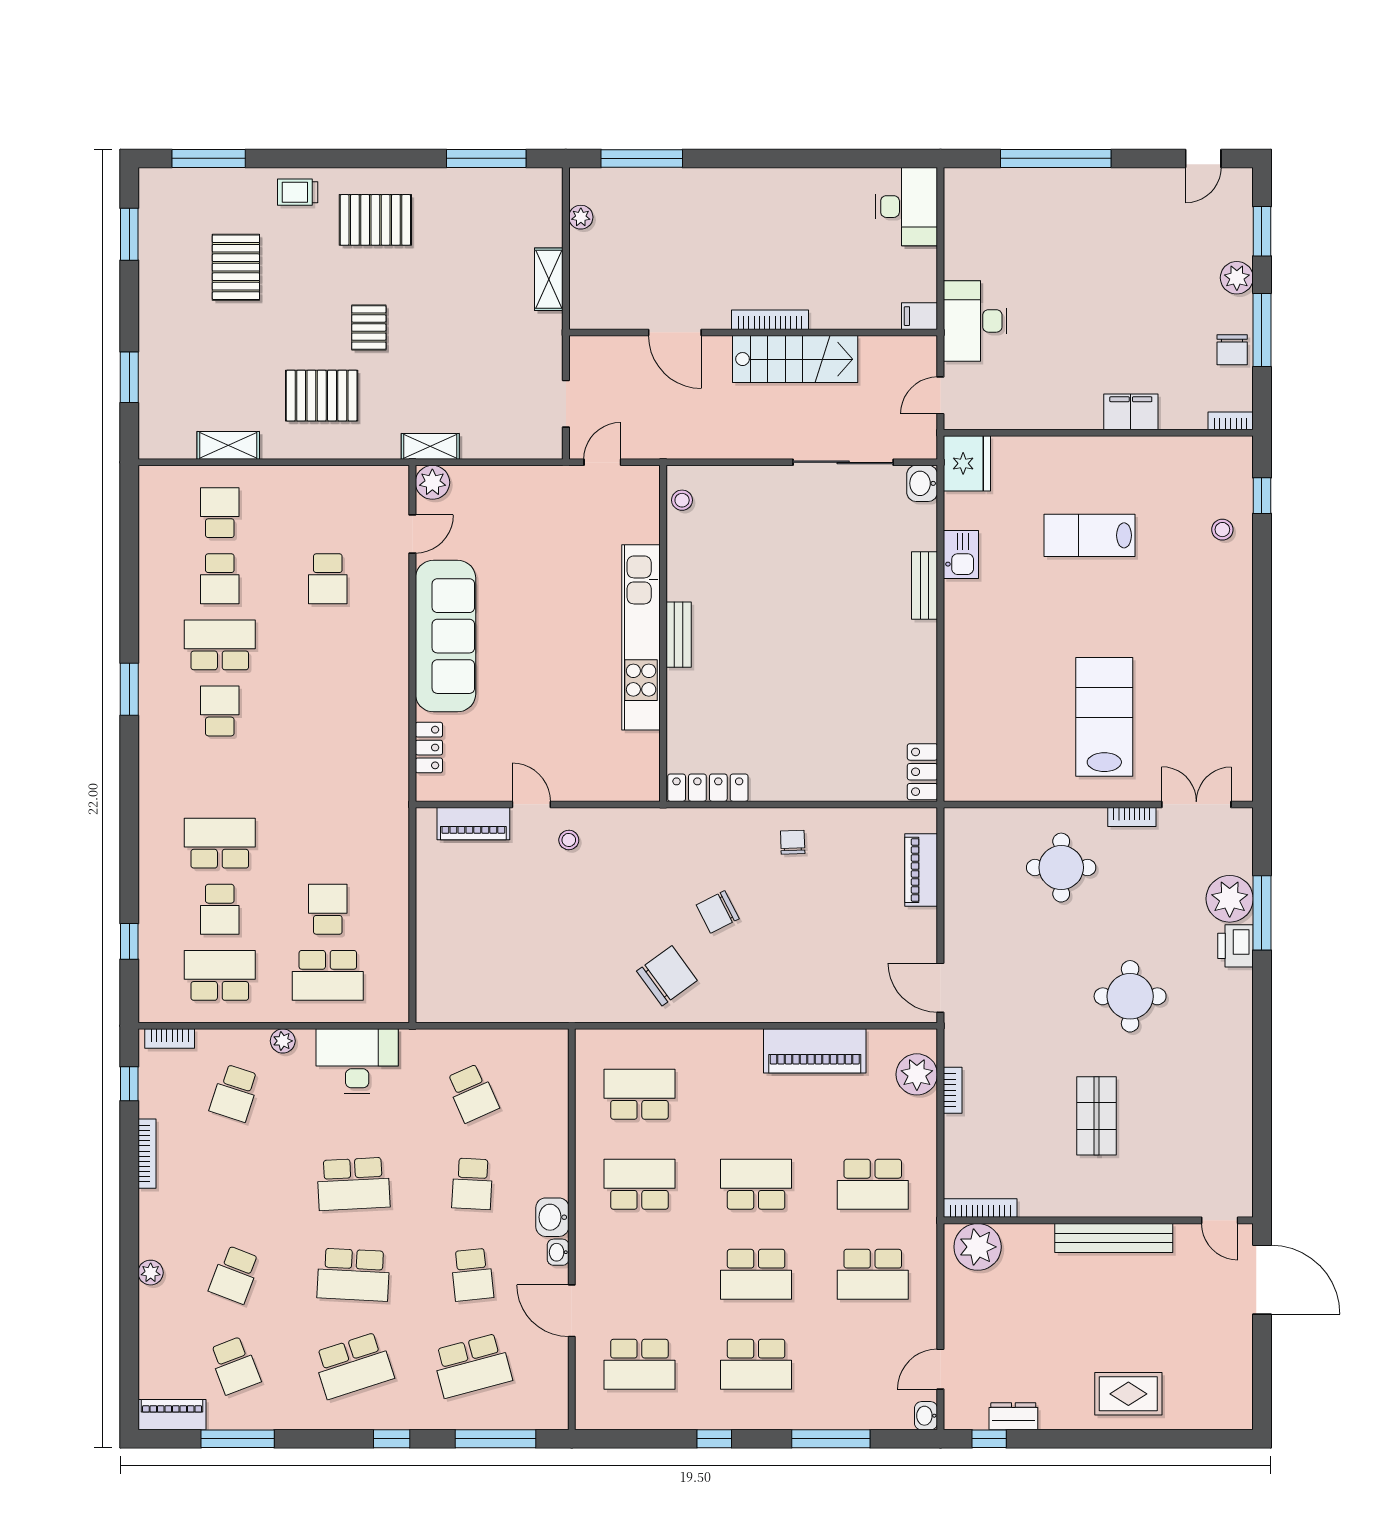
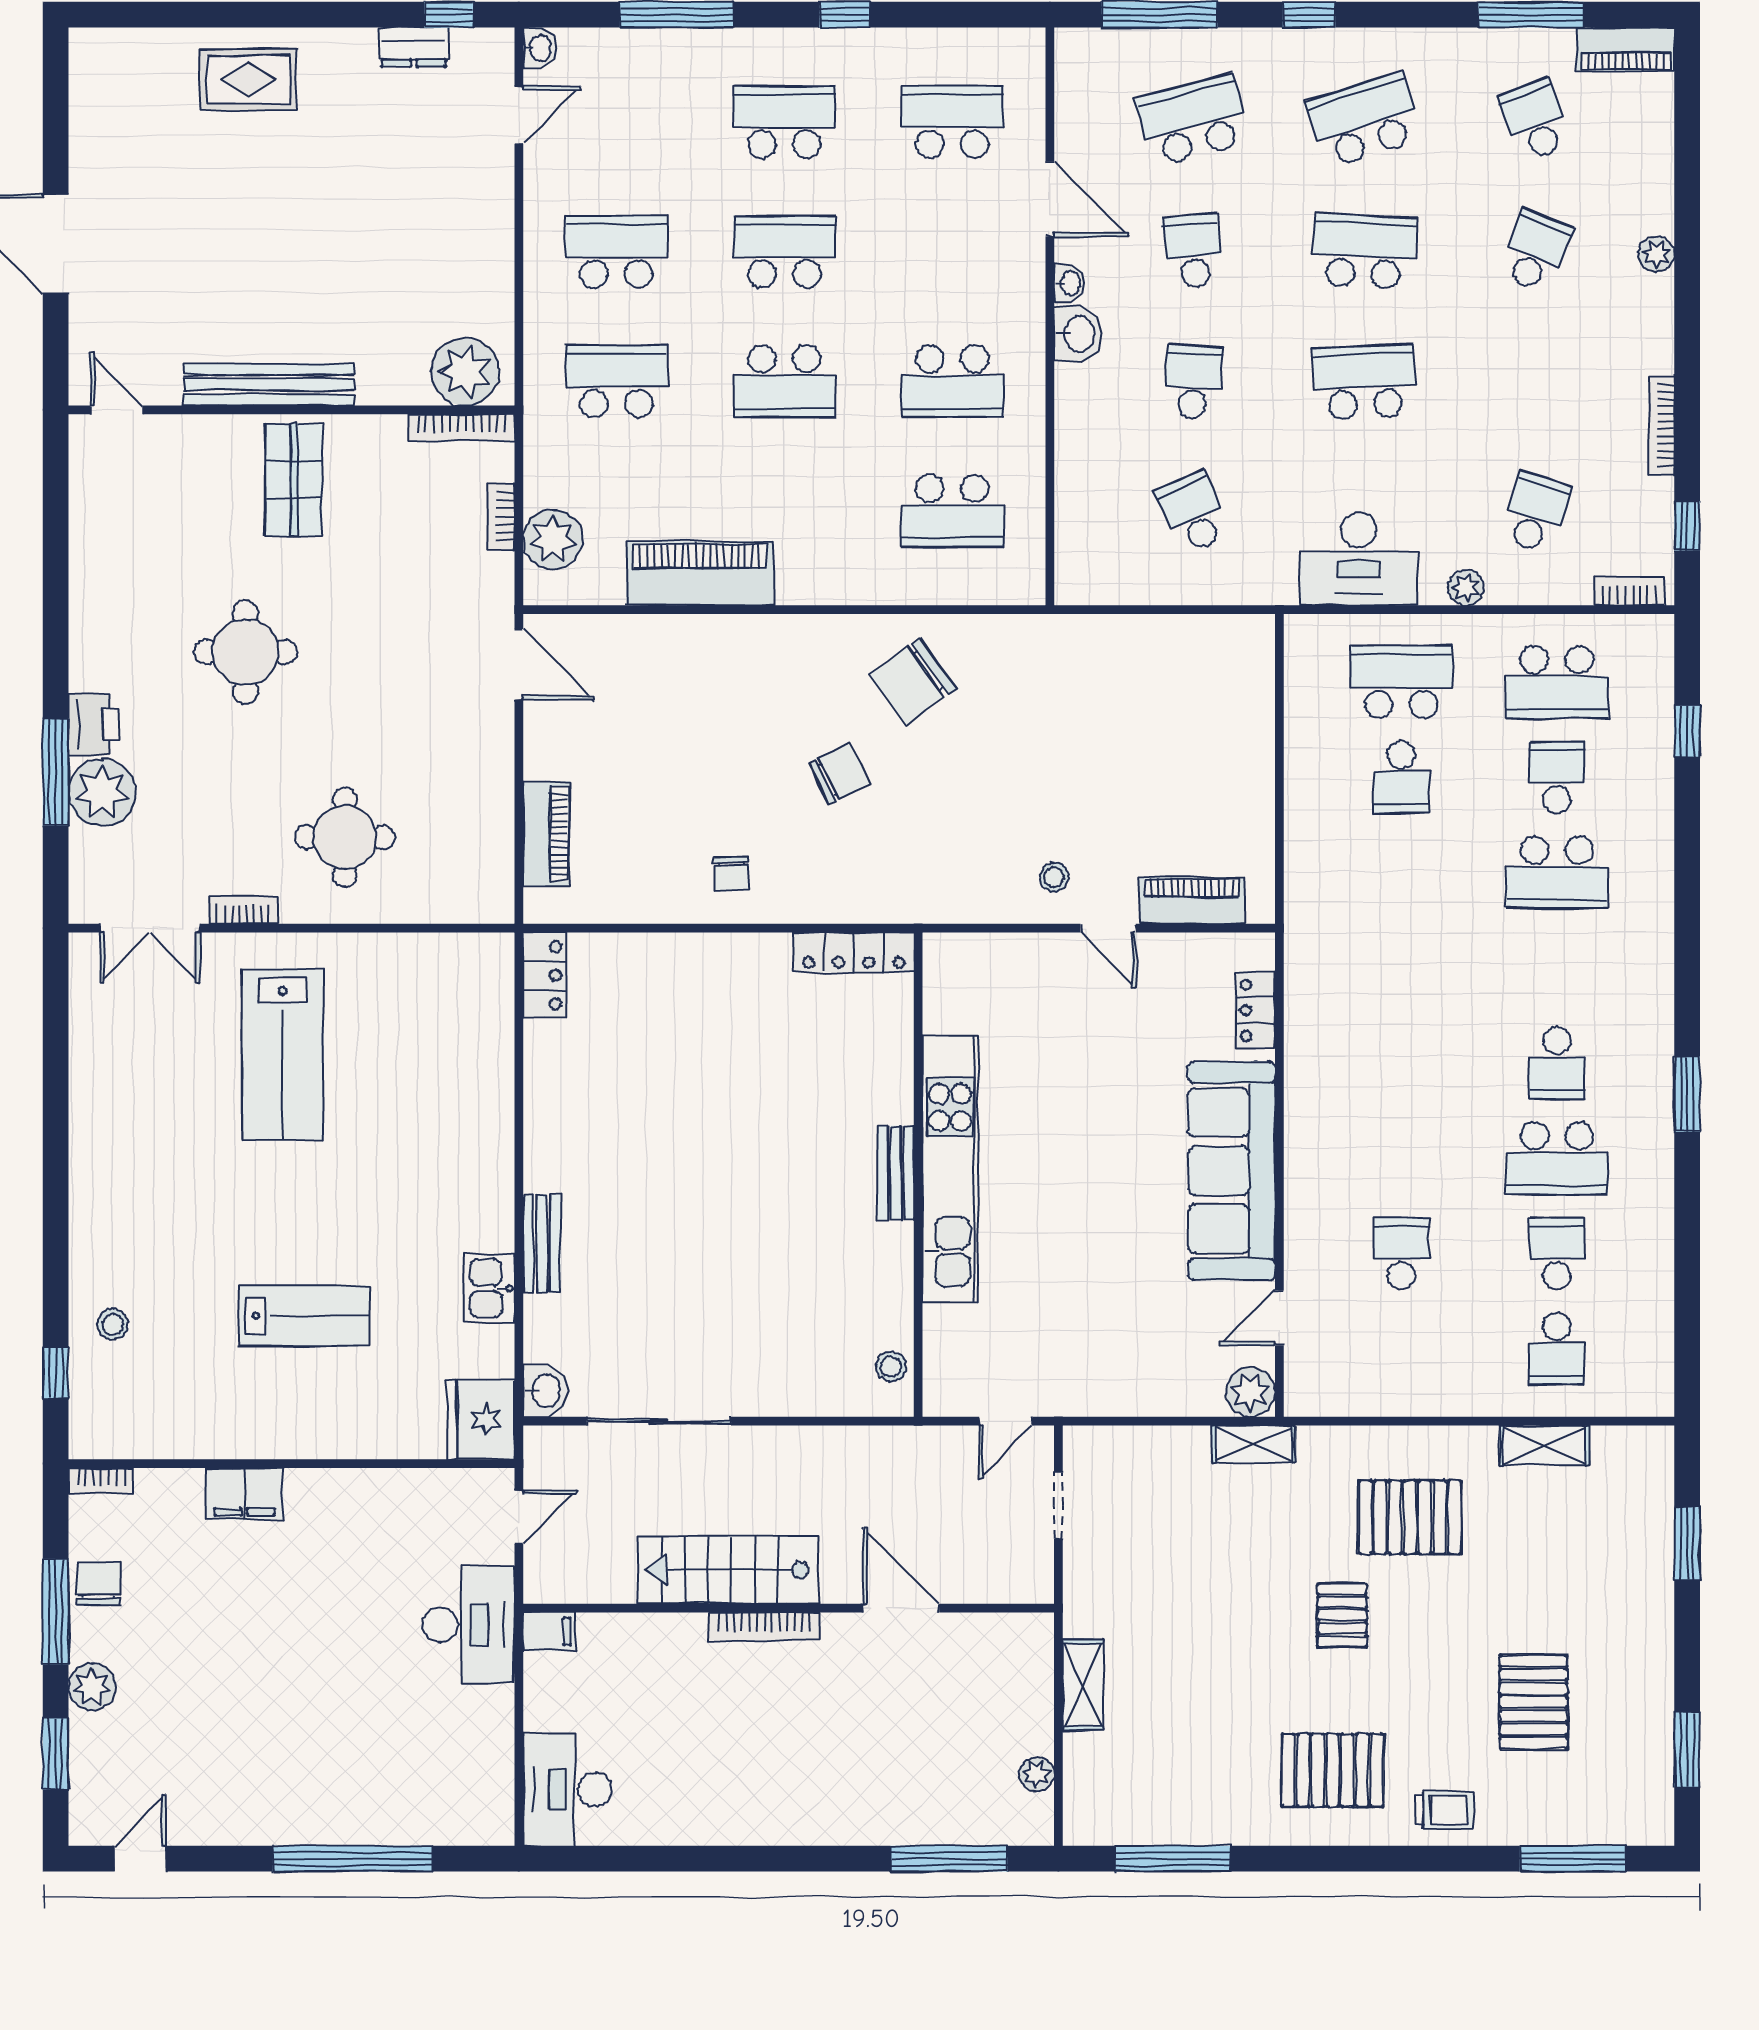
bookcase: (980, 1208) -> (462, 428), moved
wall: (1098, 1220) -> (291, 410), moved
door: (1220, 1220) -> (117, 410), moved
bench: (1114, 1238) -> (269, 385), moved
plant: (978, 1247) -> (465, 372), moved

